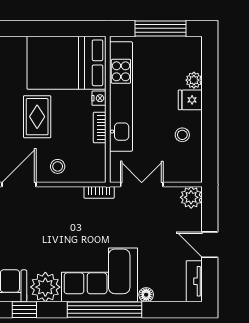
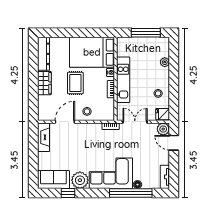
kitchen unit: (121, 96) -> (123, 80), width x0.73
fridge: (190, 100) -> (163, 114), moved
door: (210, 245) -> (174, 143), moved
window: (104, 310) -> (131, 193), moved

